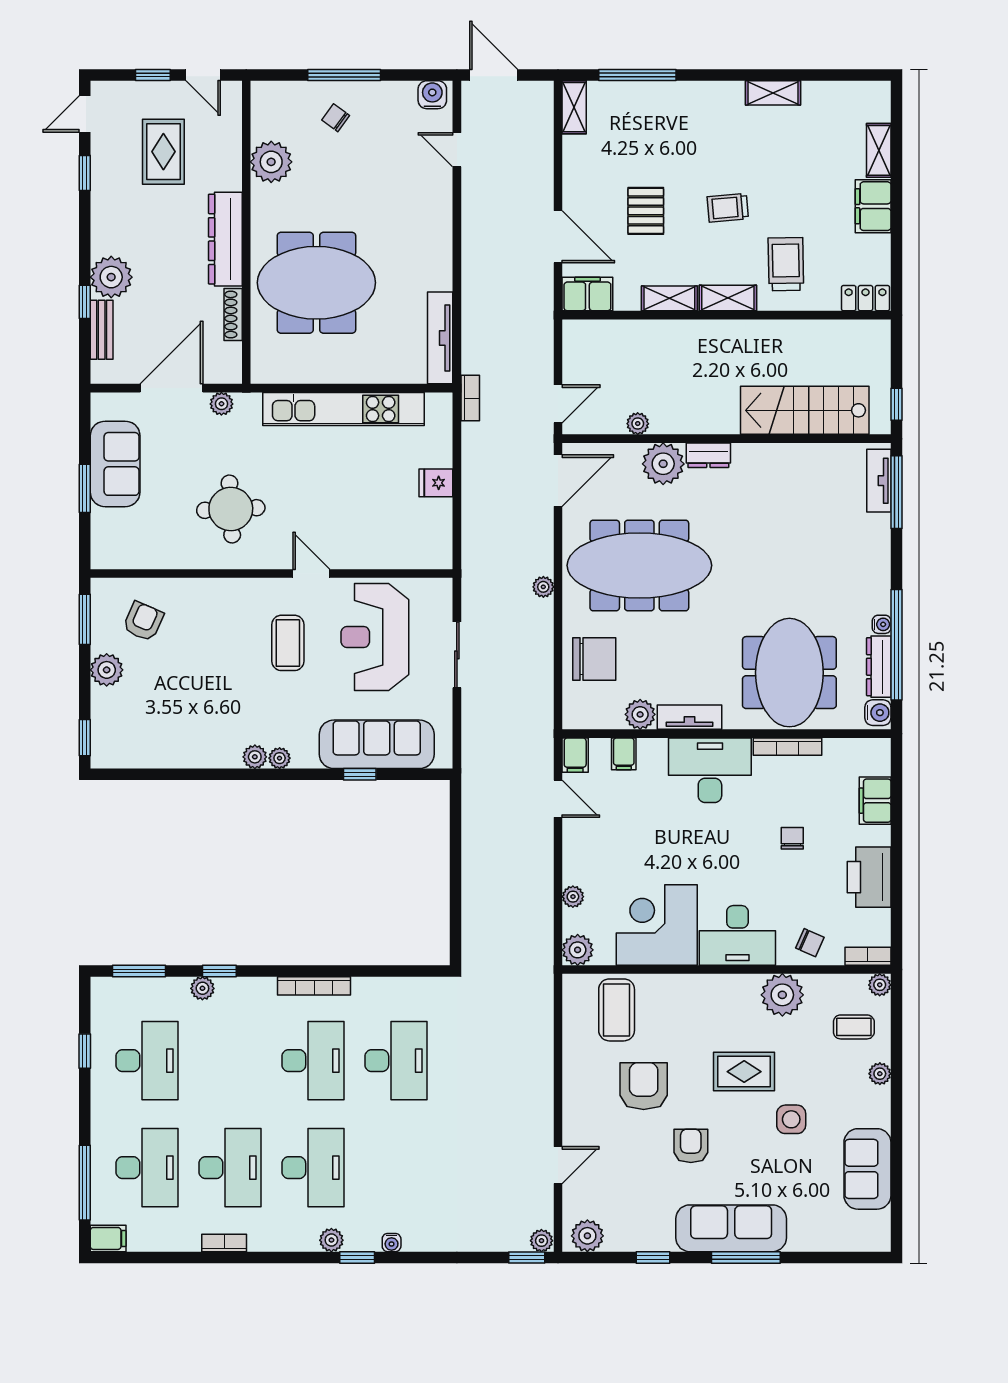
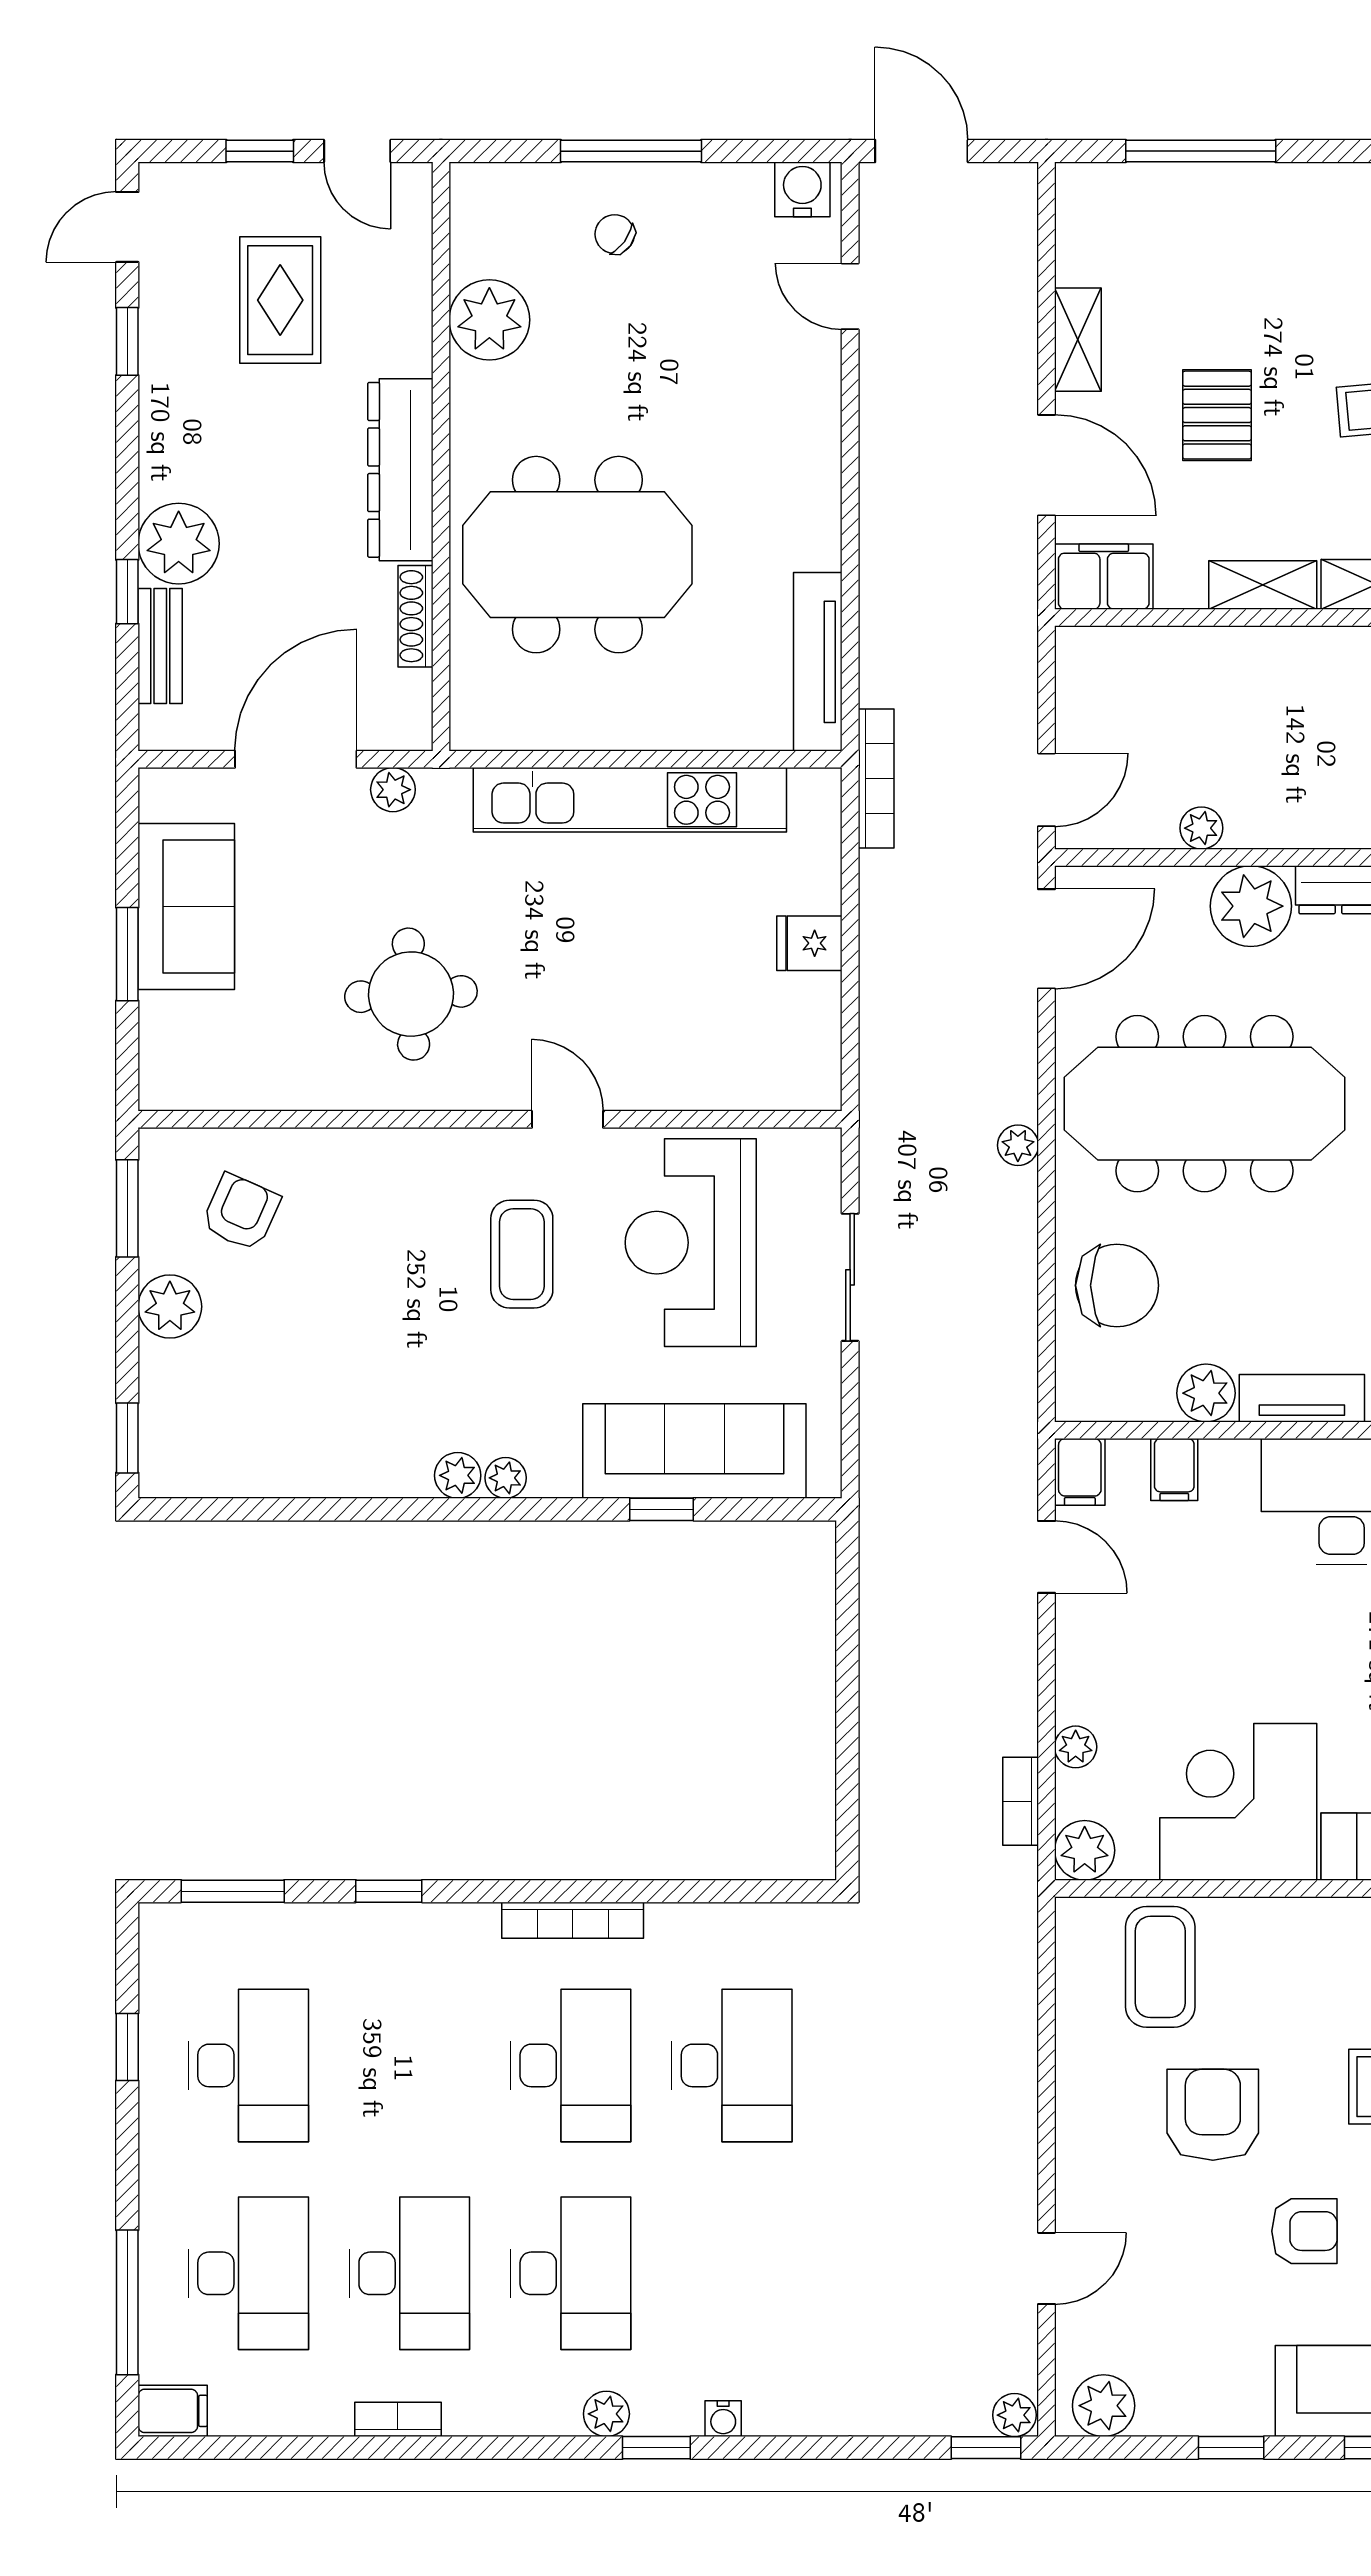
shelving: (574, 107) -> (1078, 340), moved
bookcase: (470, 398) -> (876, 779), width x1.56
bookcase: (545, 925) -> (1021, 1801), added
plant: (202, 988) -> (356, 1925), removed
armchair: (691, 1146) -> (1304, 2231), turned 90

